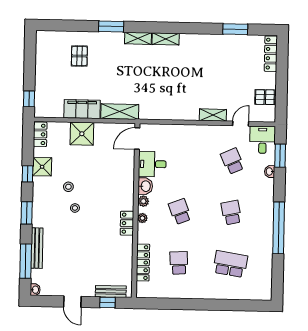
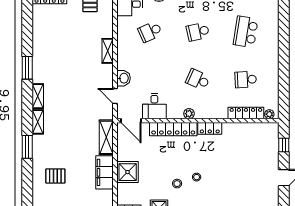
window: (235, 29) -> (27, 68), moved
door: (241, 124) -> (115, 96), moved
locker: (127, 184) -> (173, 129), added
washbasin: (145, 186) -> (124, 78), moved, turned 90
school desk: (180, 212) -> (198, 80), turned 45
plant: (142, 218) -> (269, 114), moved
bench: (111, 291) -> (273, 142), removed

